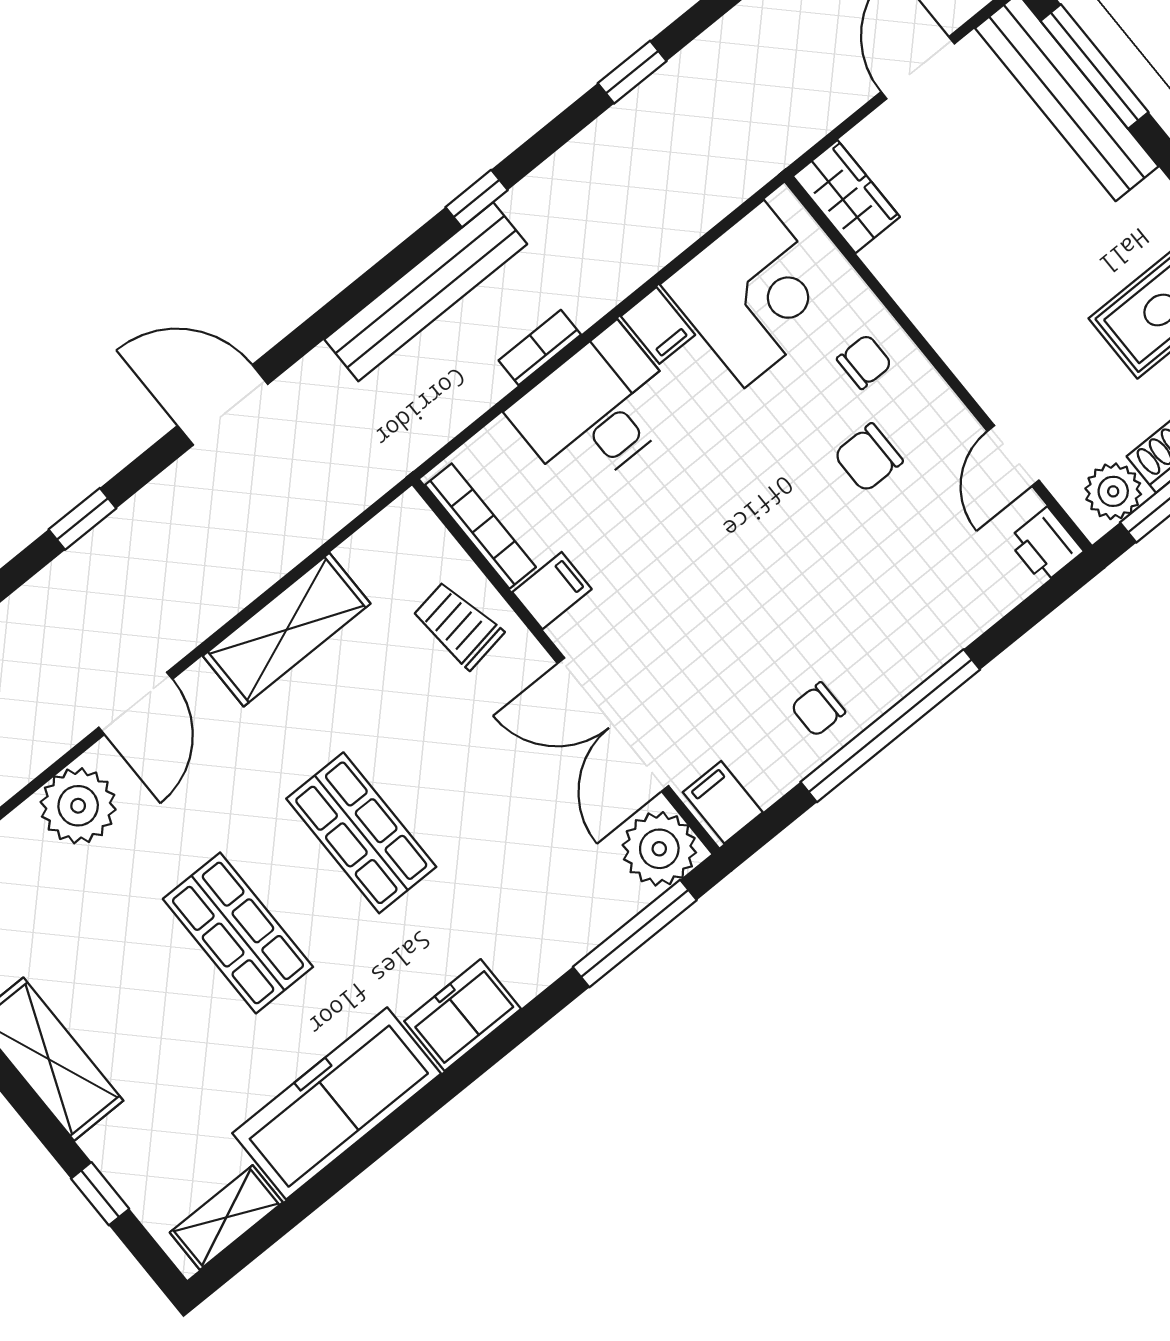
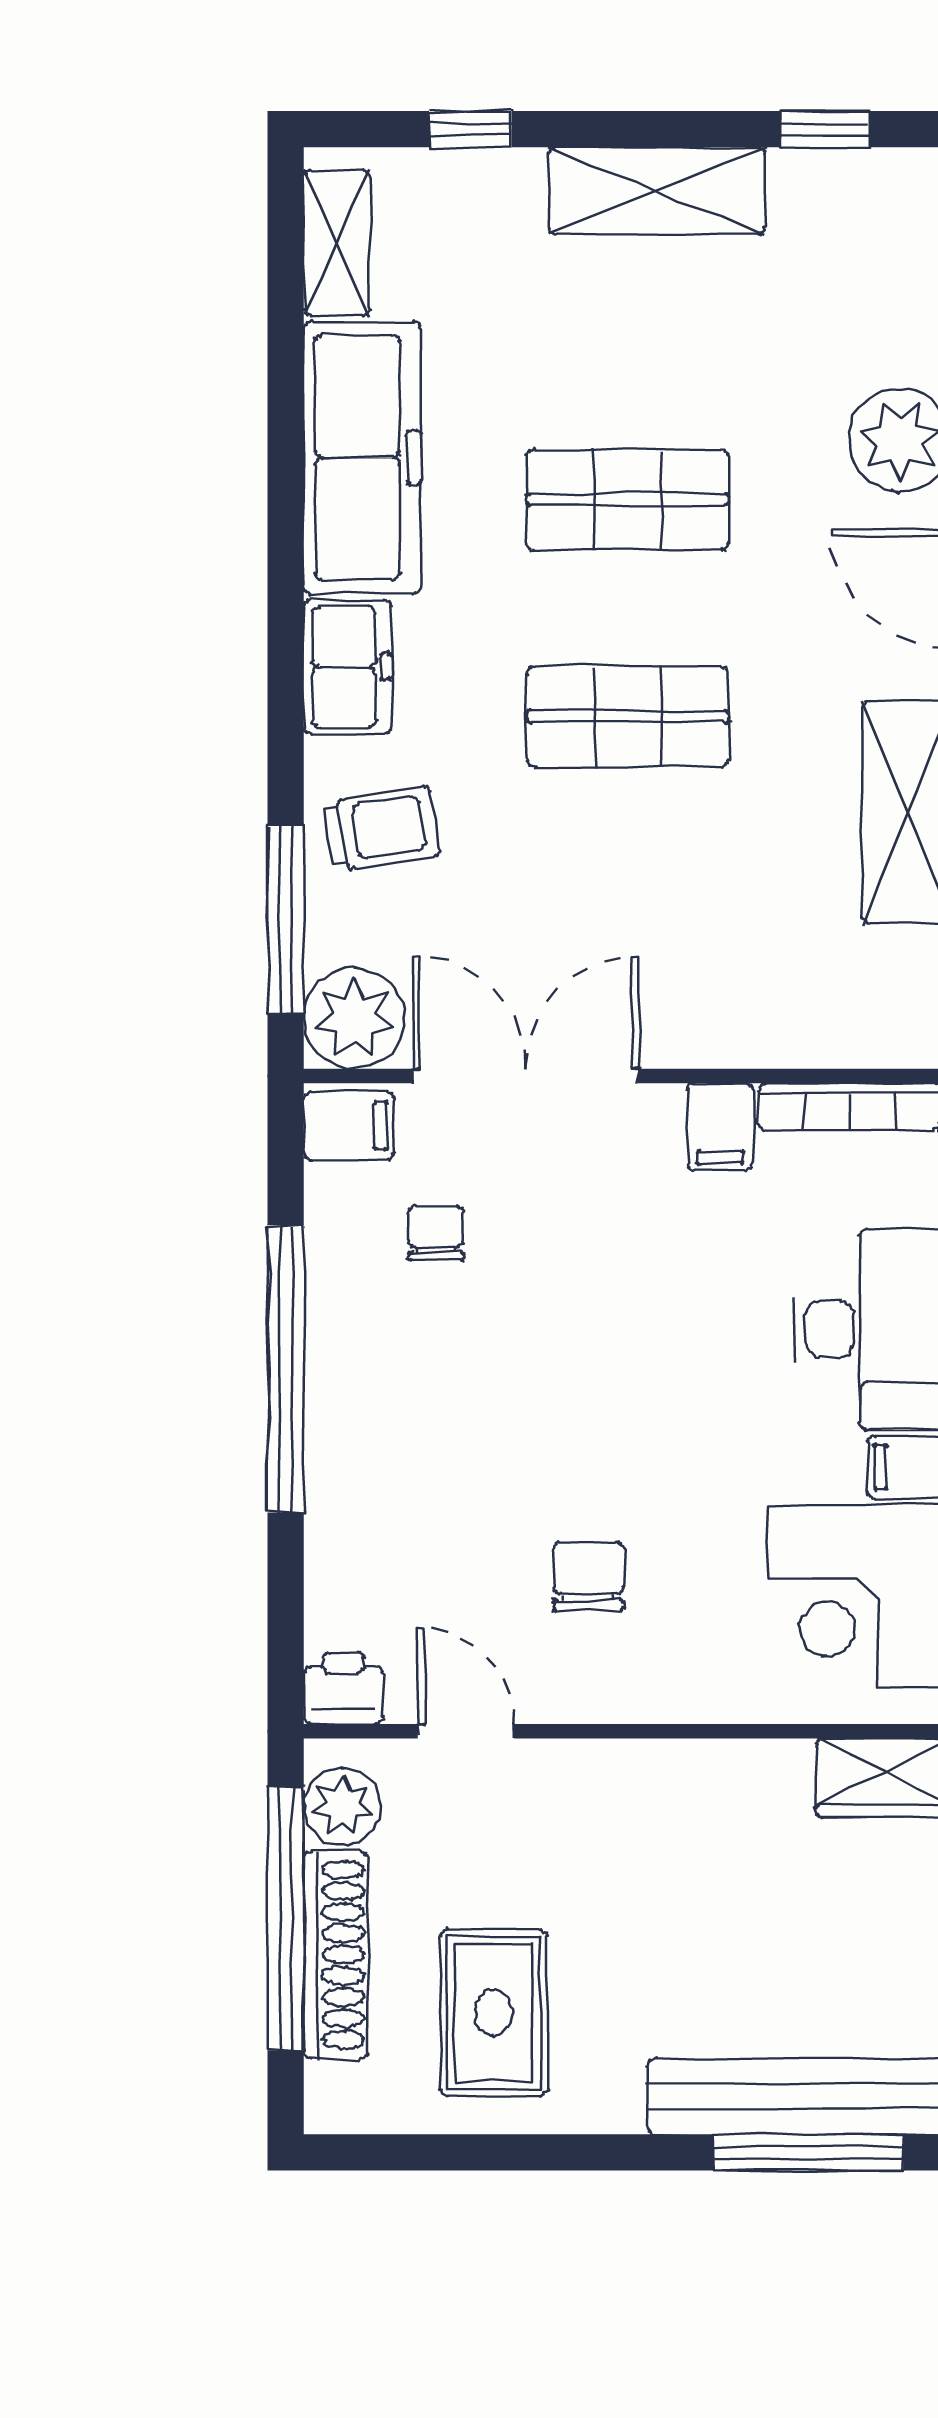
chair: (864, 362) -> (694, 1655), removed
trolley: (458, 625) -> (381, 828), moved
chair: (818, 709) -> (436, 1233), moved

